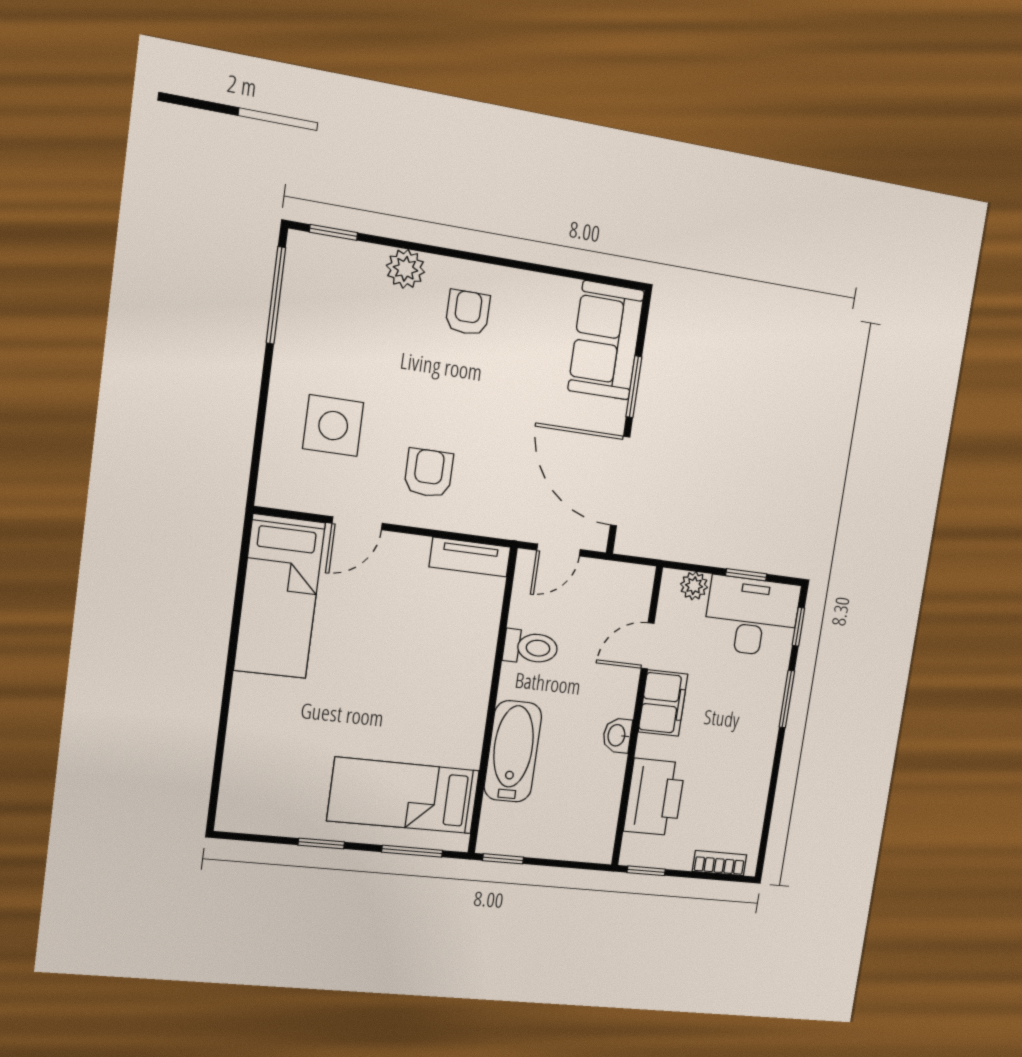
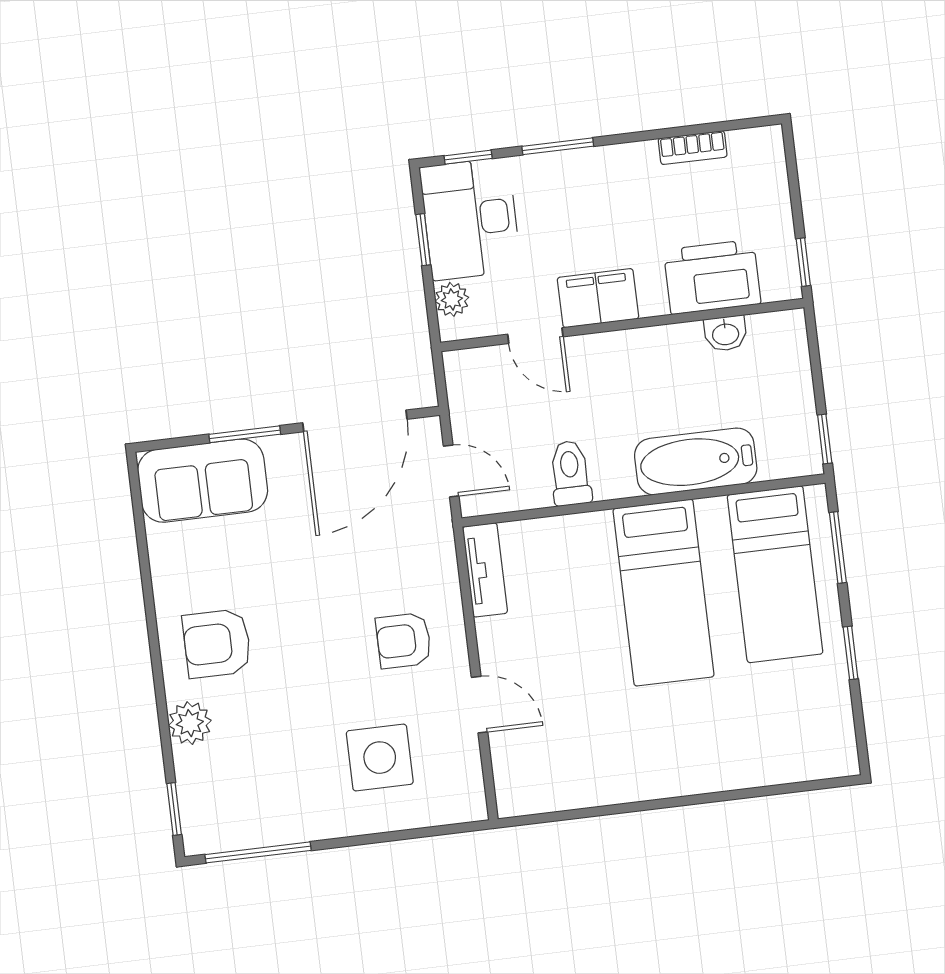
armchair: (468, 313) -> (217, 643), width x1.38, depth x1.38
bed: (279, 597) -> (664, 593), moved, turned 90
washbasin: (617, 735) -> (725, 333), moved
bookcase: (719, 863) -> (693, 148), moved, turned -90

